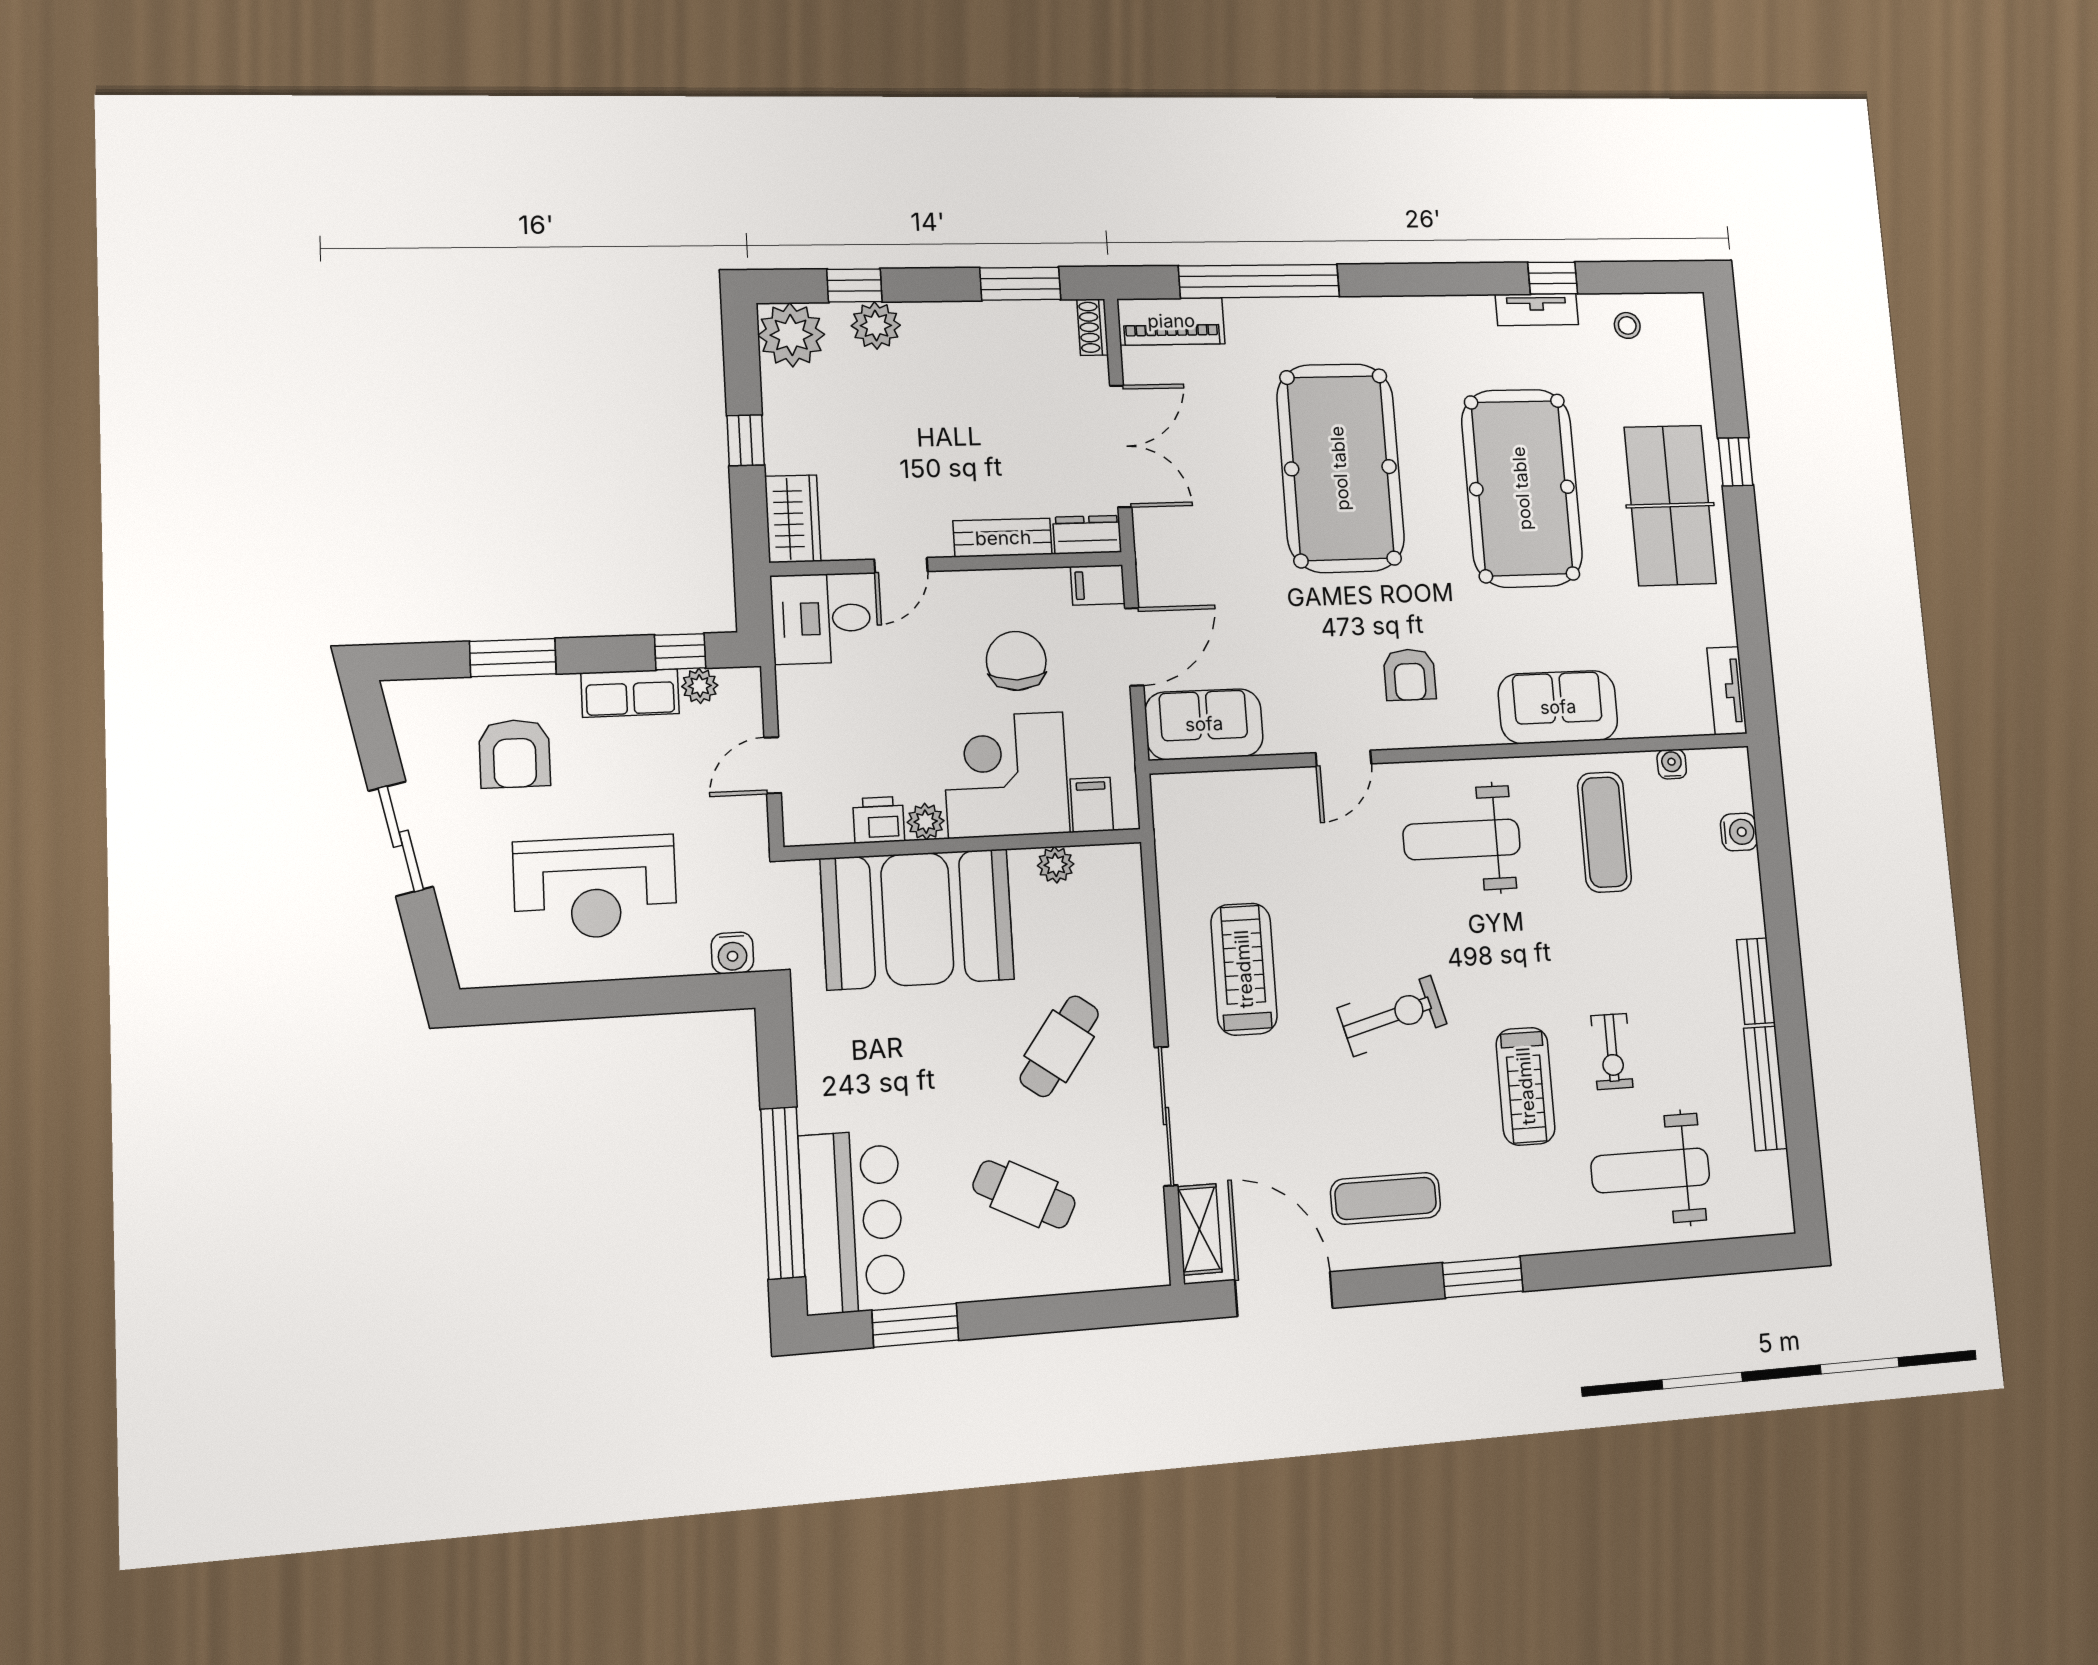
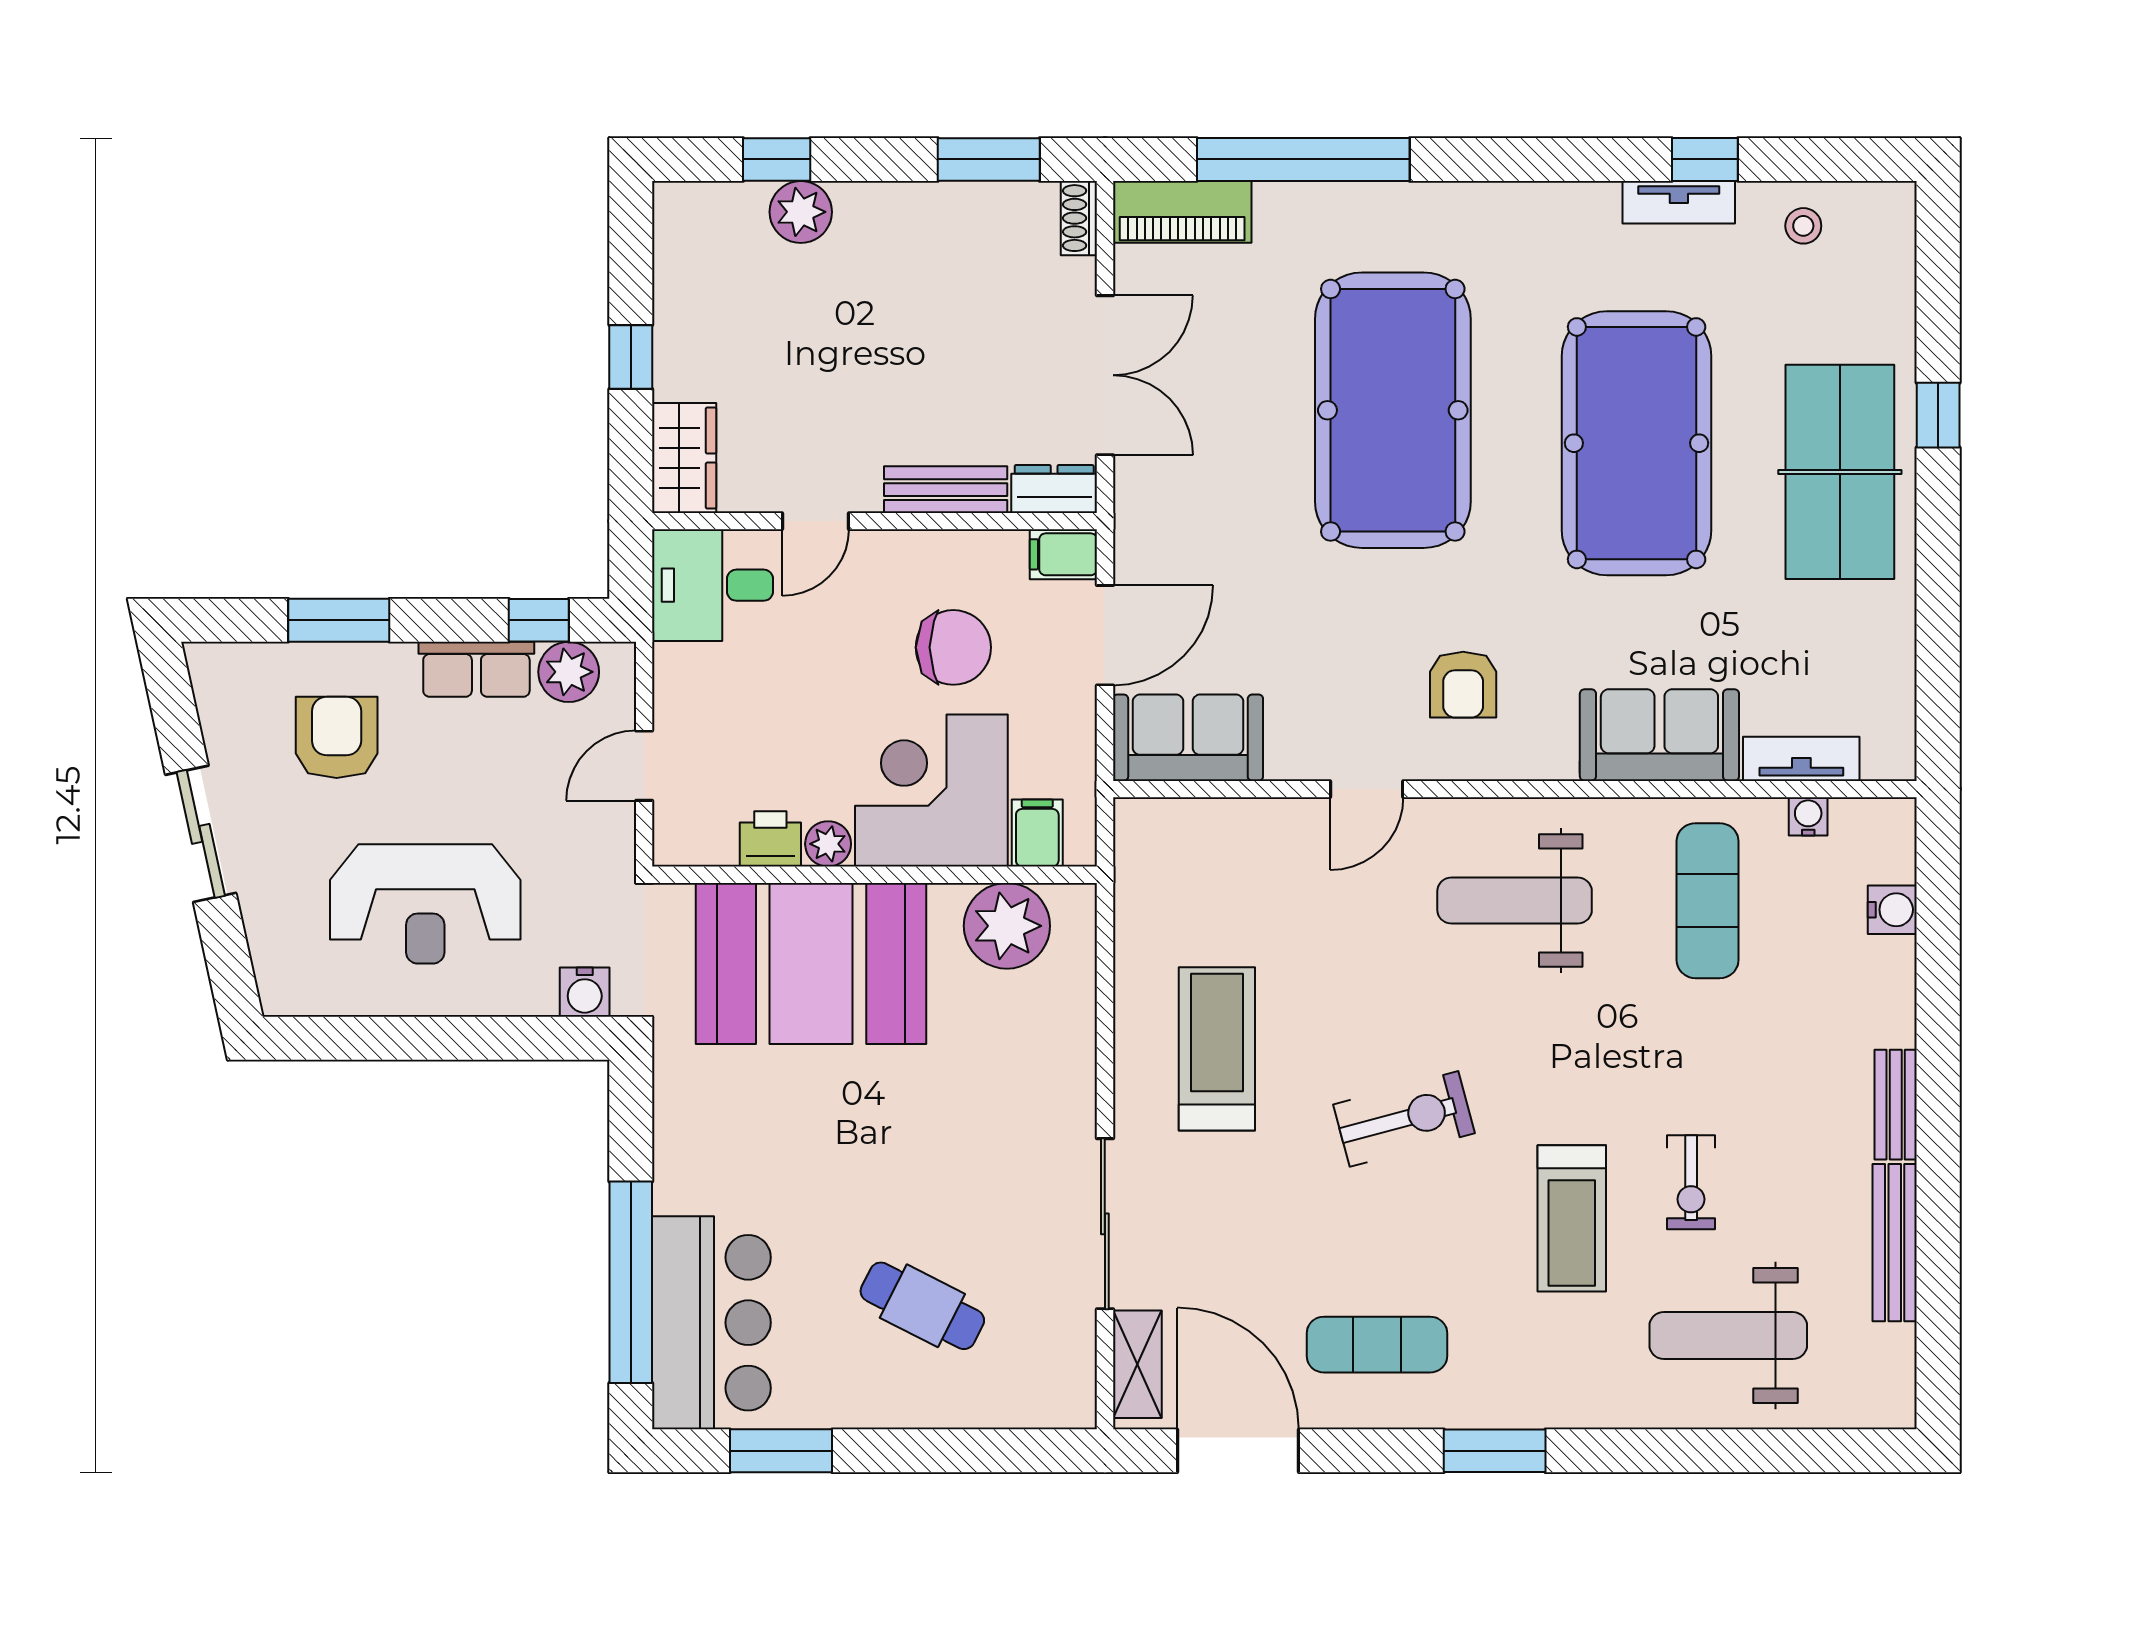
plant: (791, 335) -> (694, 223), removed
chair: (1016, 661) -> (953, 647), turned 90
plant: (700, 686) -> (569, 672), width x1.38, depth x1.38
tv unit: (1727, 691) -> (1801, 759), moved, turned 90
armchair: (515, 754) -> (337, 737), turned 180
plant: (1056, 865) -> (1007, 926), width x1.87, depth x1.87
cafe table: (1059, 1046) -> (977, 1130), removed

